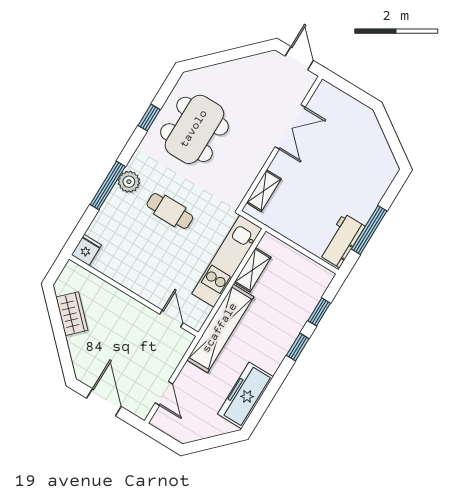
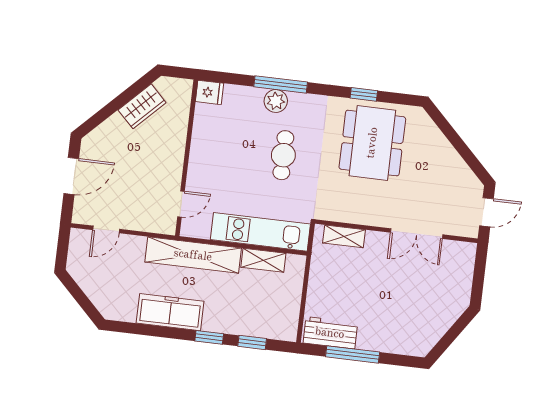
dining table: (194, 129) -> (372, 143), turned 90
plant: (129, 182) -> (276, 101), moved
freezer: (245, 395) -> (170, 312), moved

